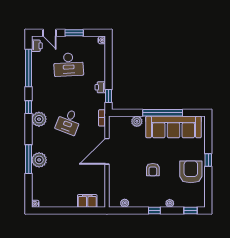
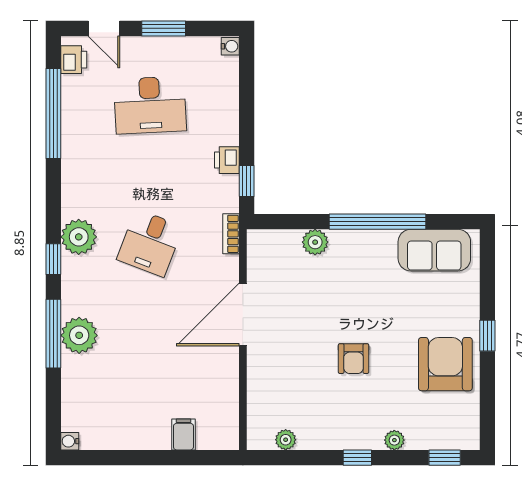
window: (29, 107) -> (53, 259), moved
sofa: (174, 127) -> (434, 250), width x0.54, depth x0.79
filing cabinet: (87, 201) -> (183, 434), width x0.50

